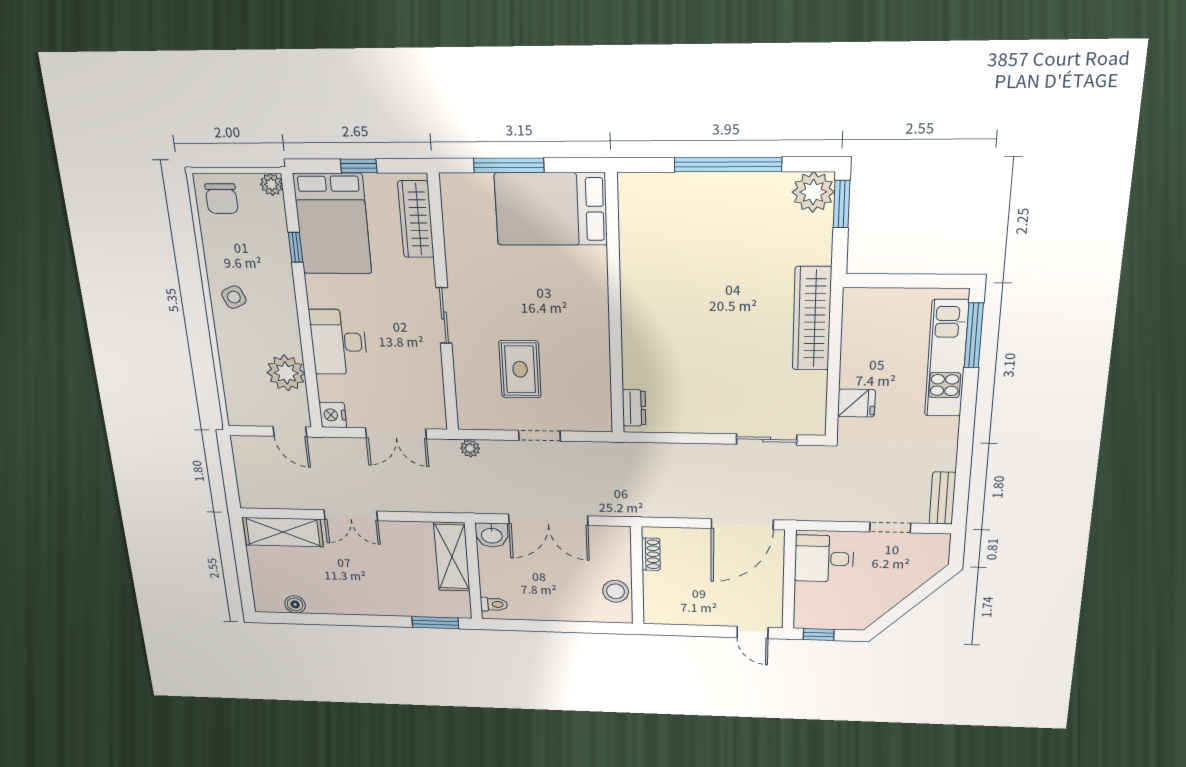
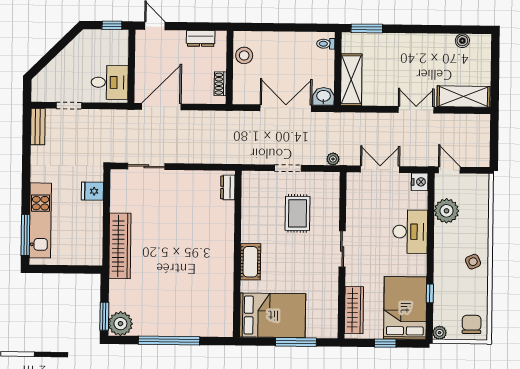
cot: (592, 295) -> (250, 262), added
dresser: (682, 615) -> (201, 39), added

